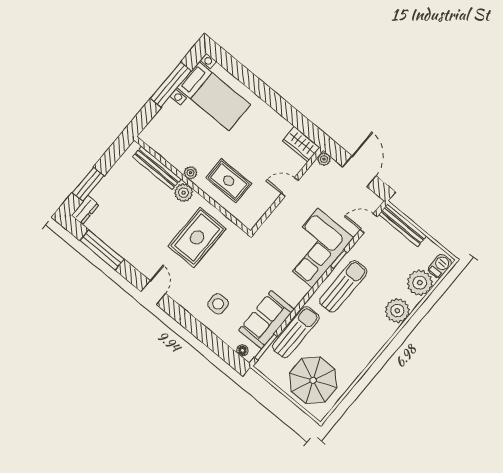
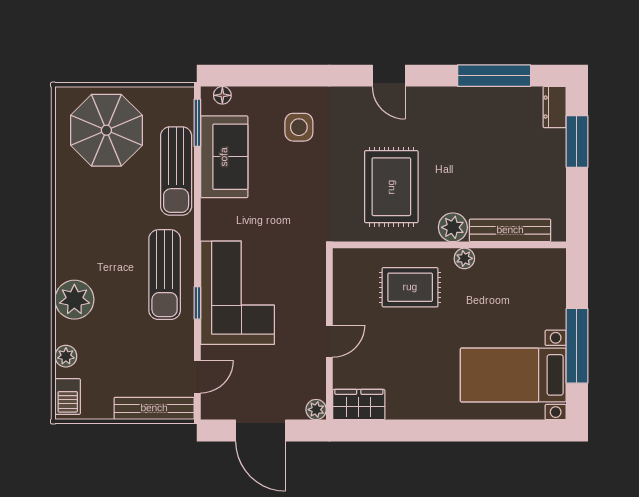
plant: (420, 283) -> (66, 356), width x0.53, depth x0.53

